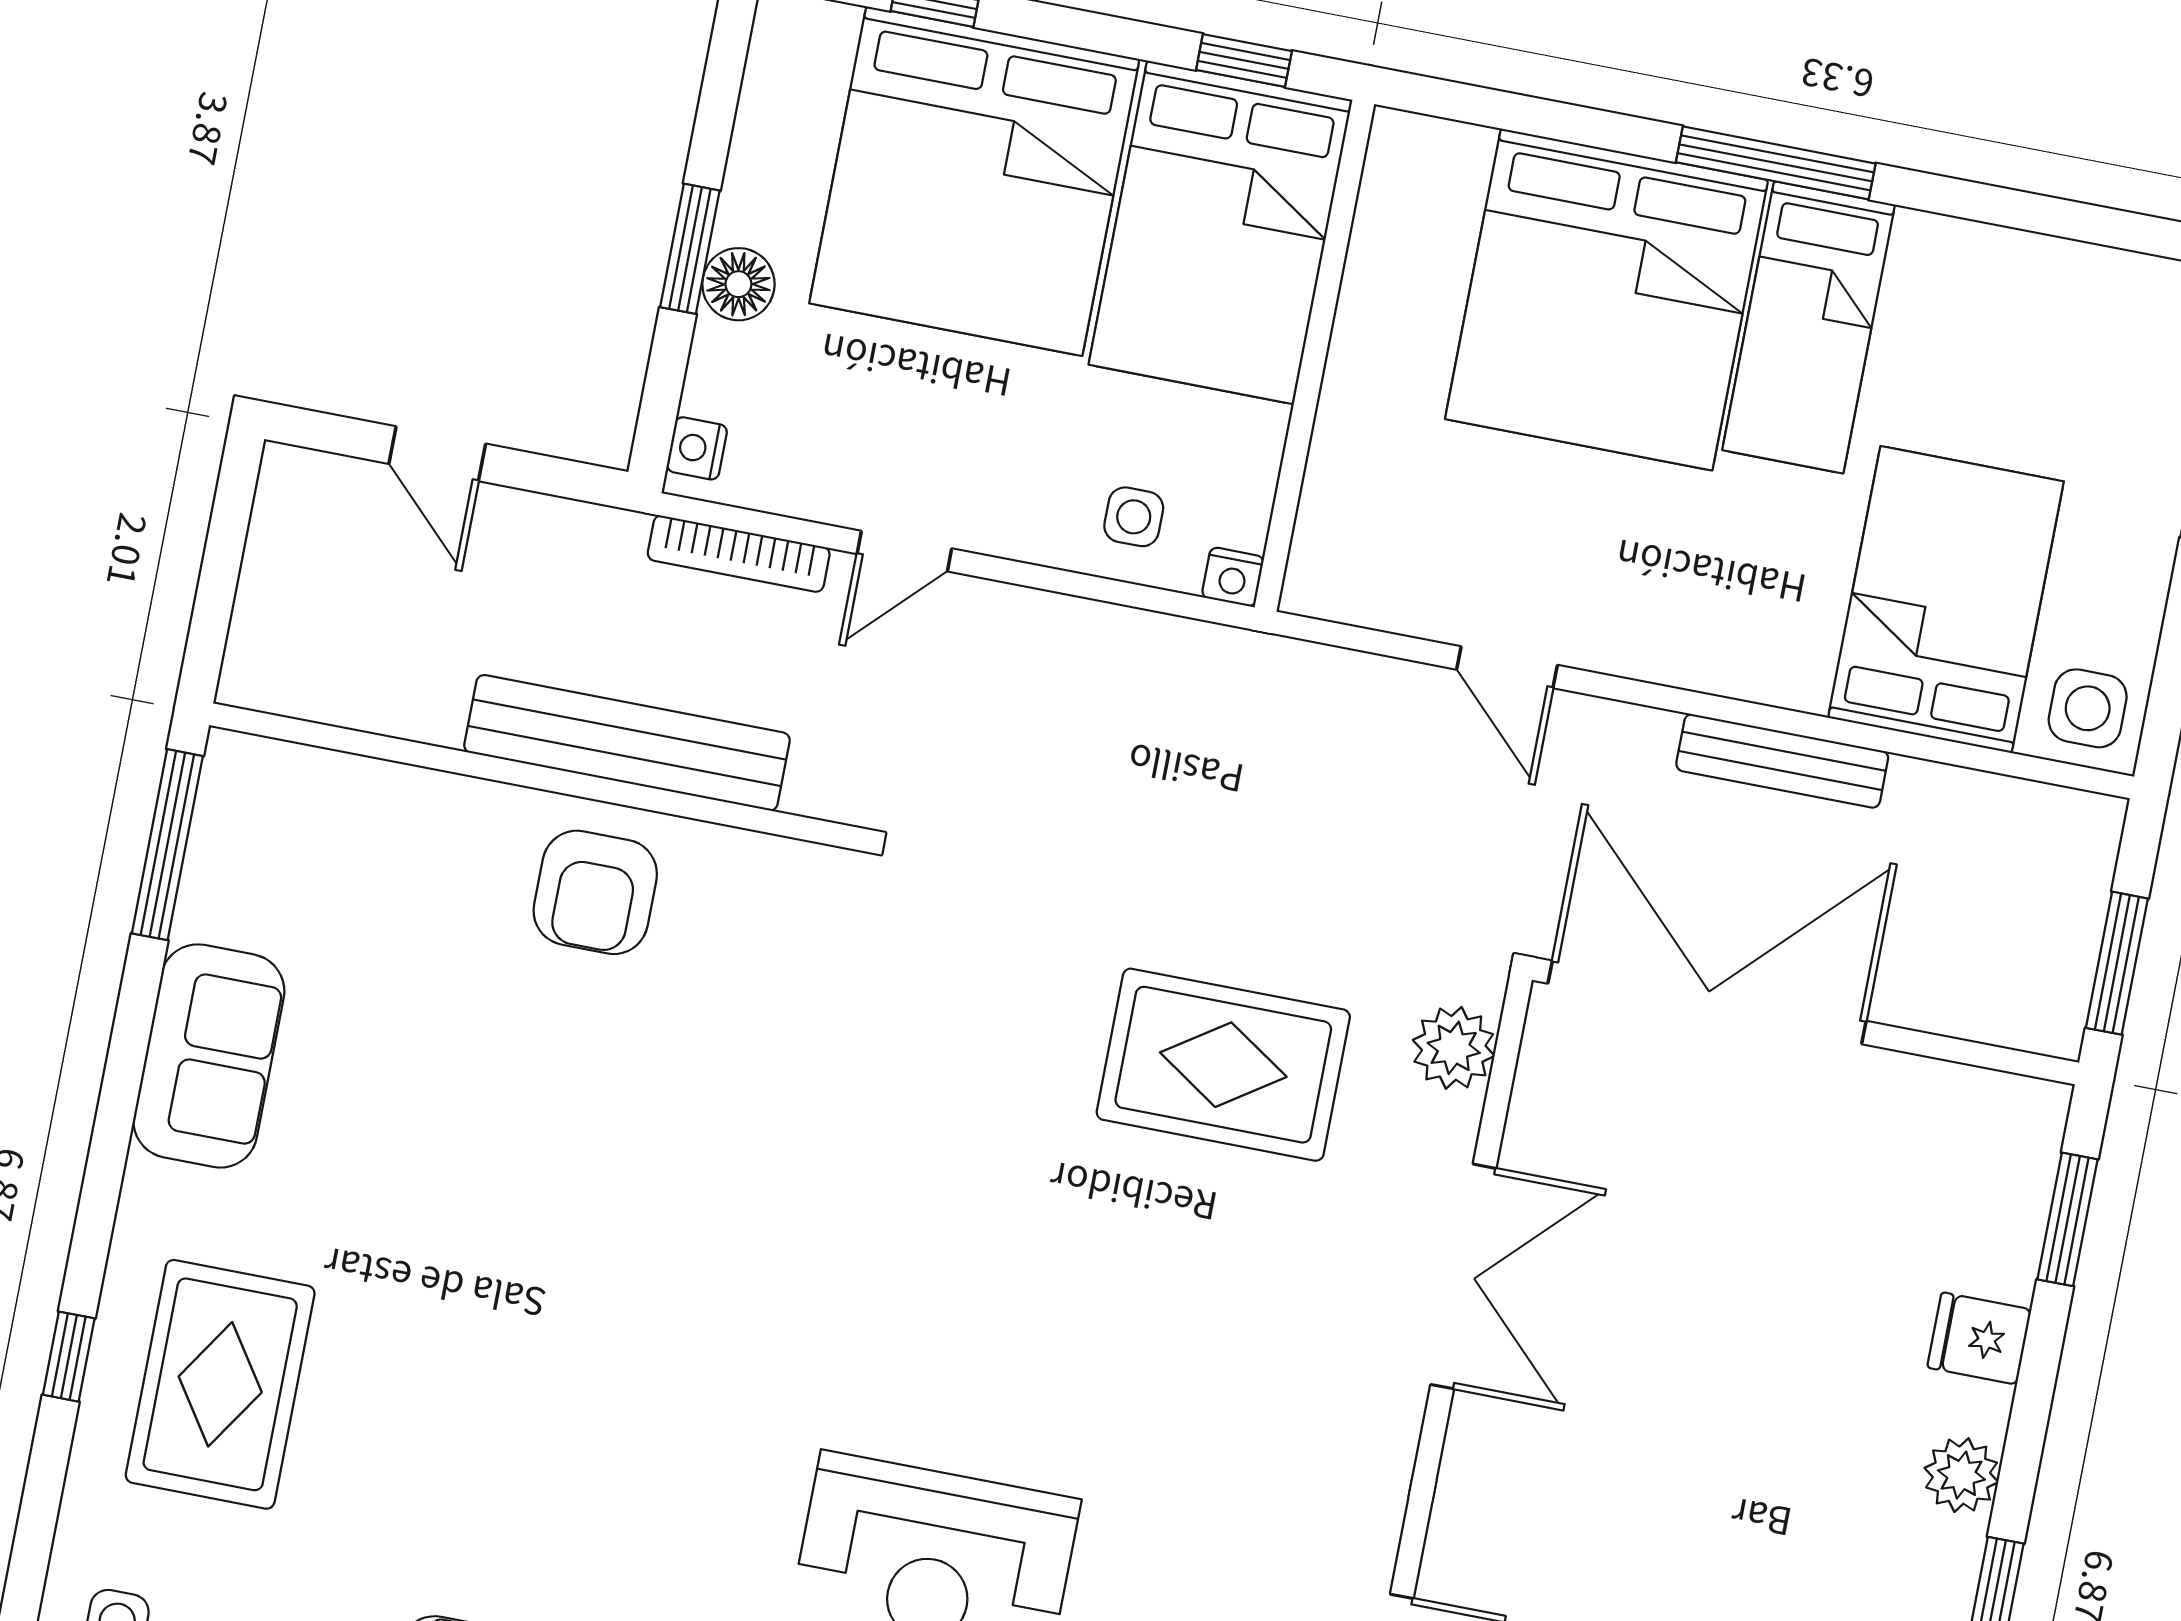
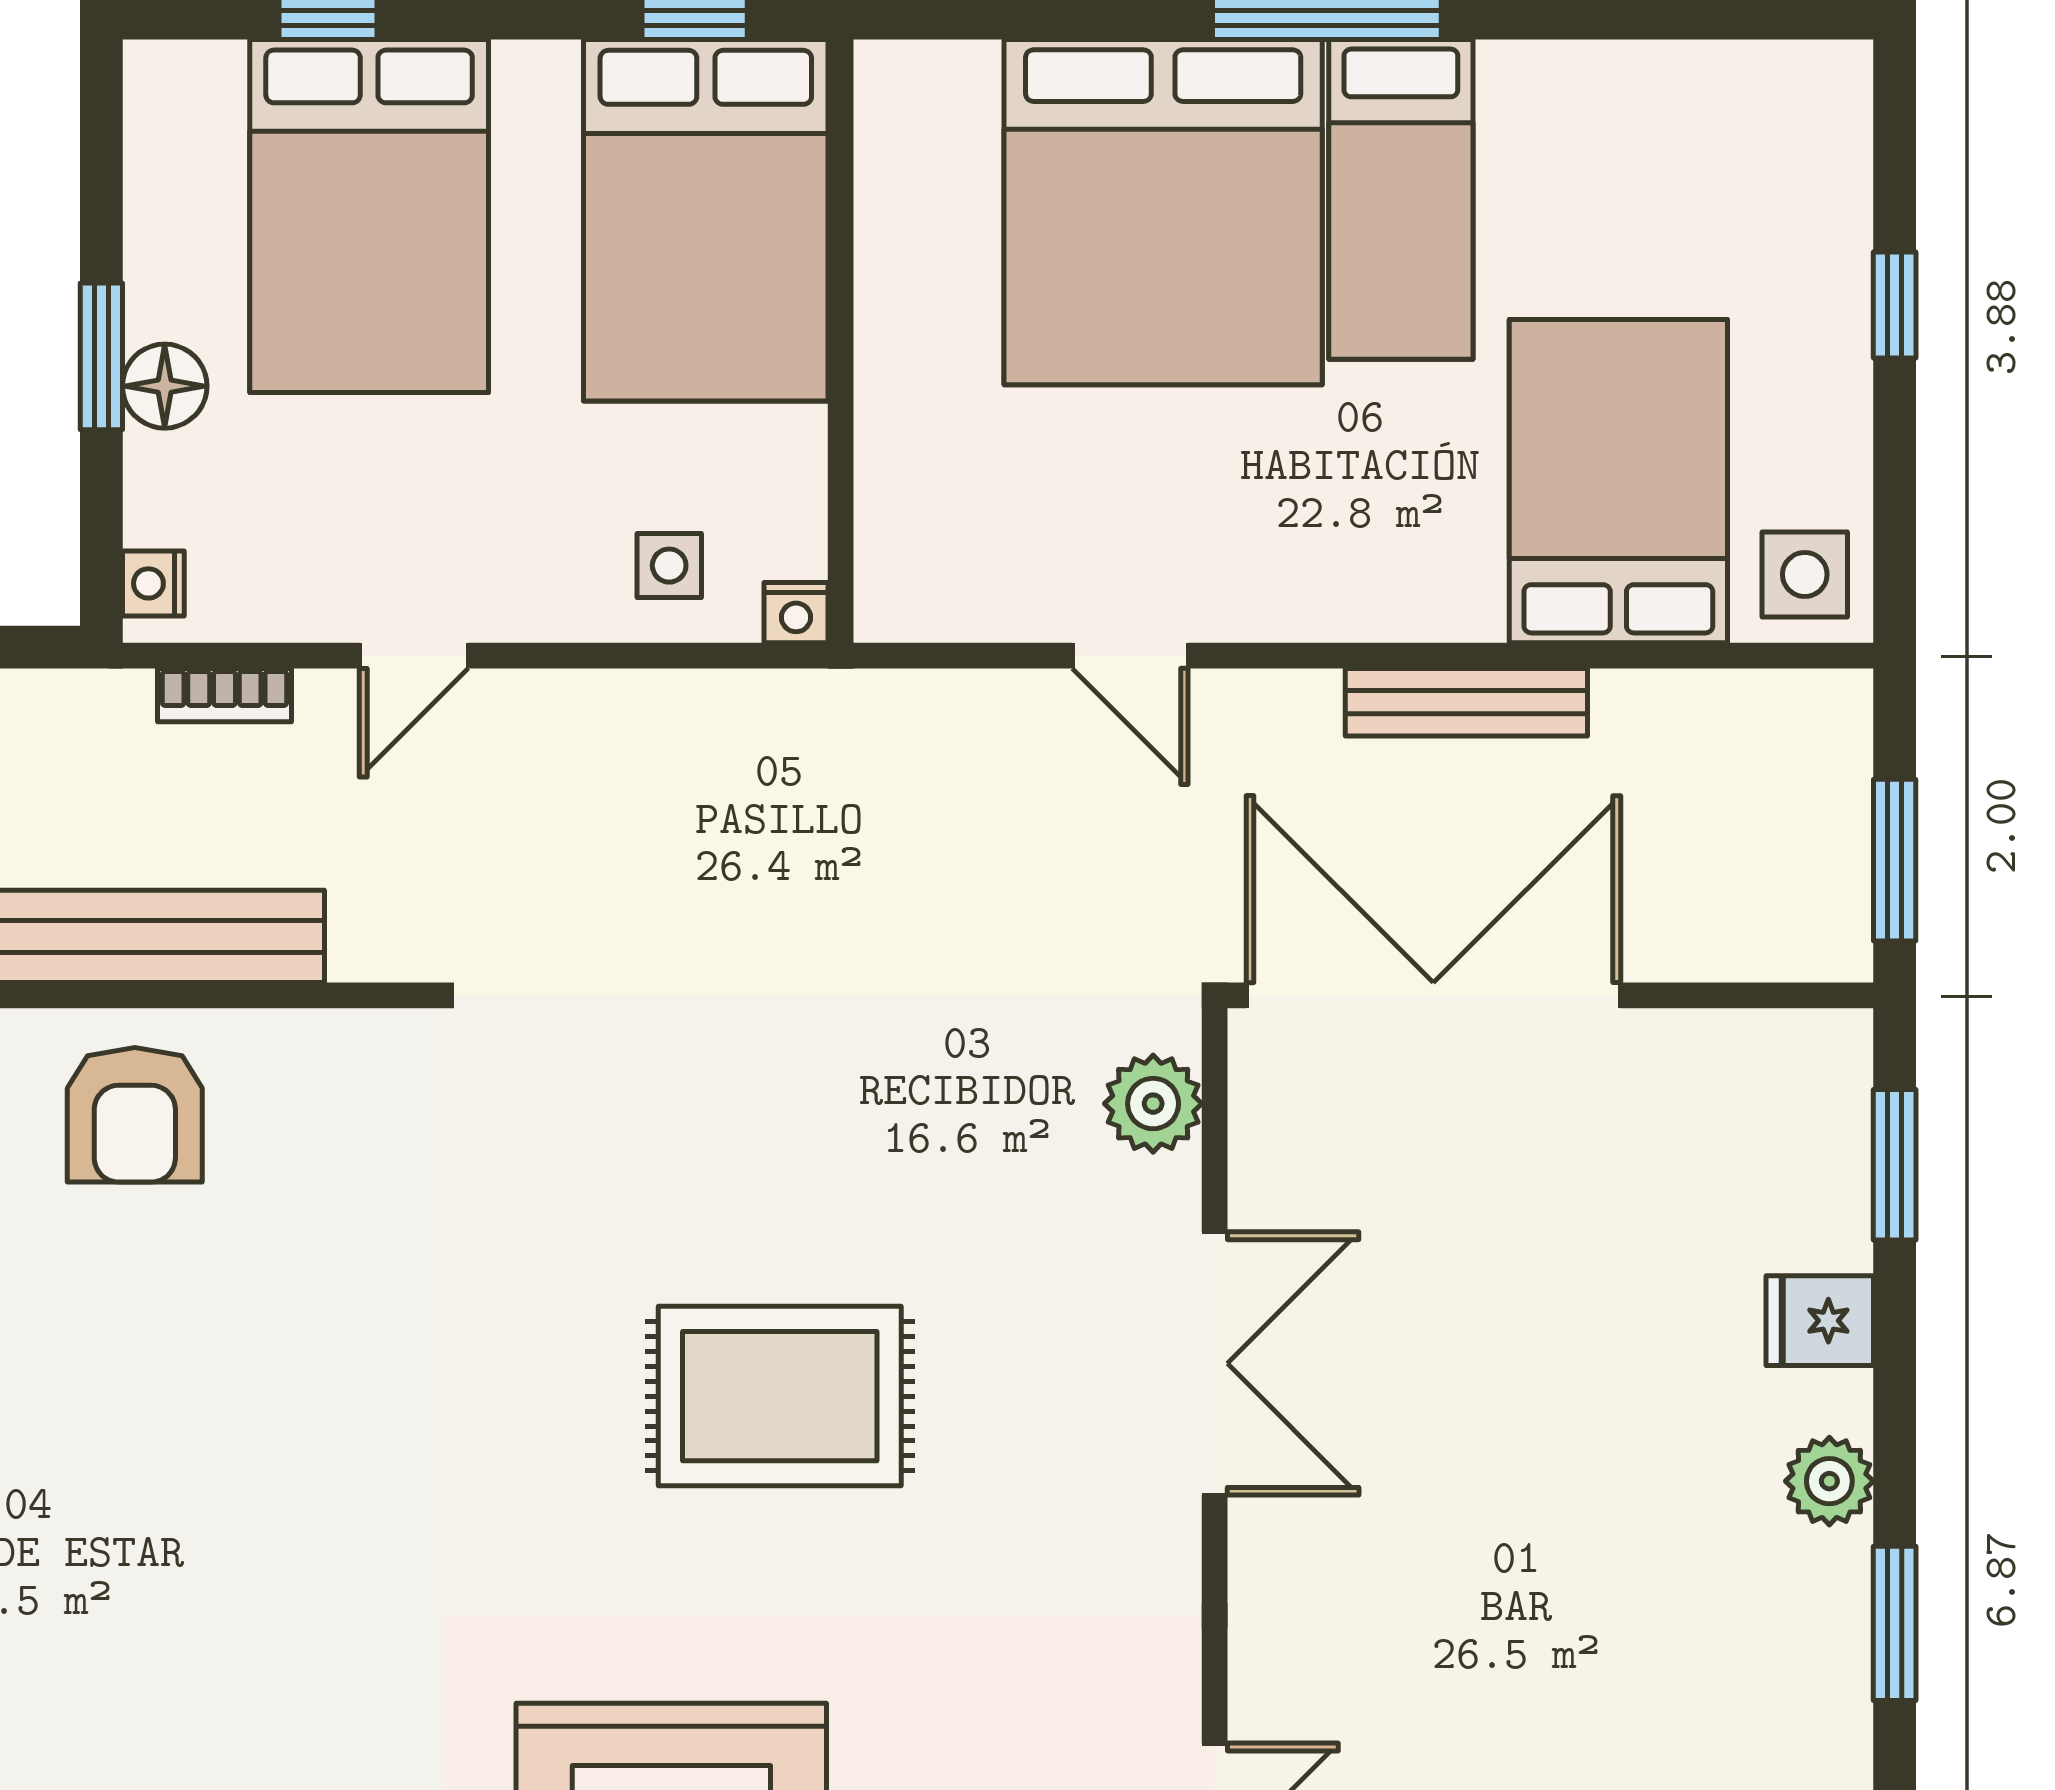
bed: (974, 181) -> (369, 216), width x0.73
bookcase: (739, 554) -> (224, 695), width x0.64
rug: (1223, 1065) -> (780, 1396), moved

